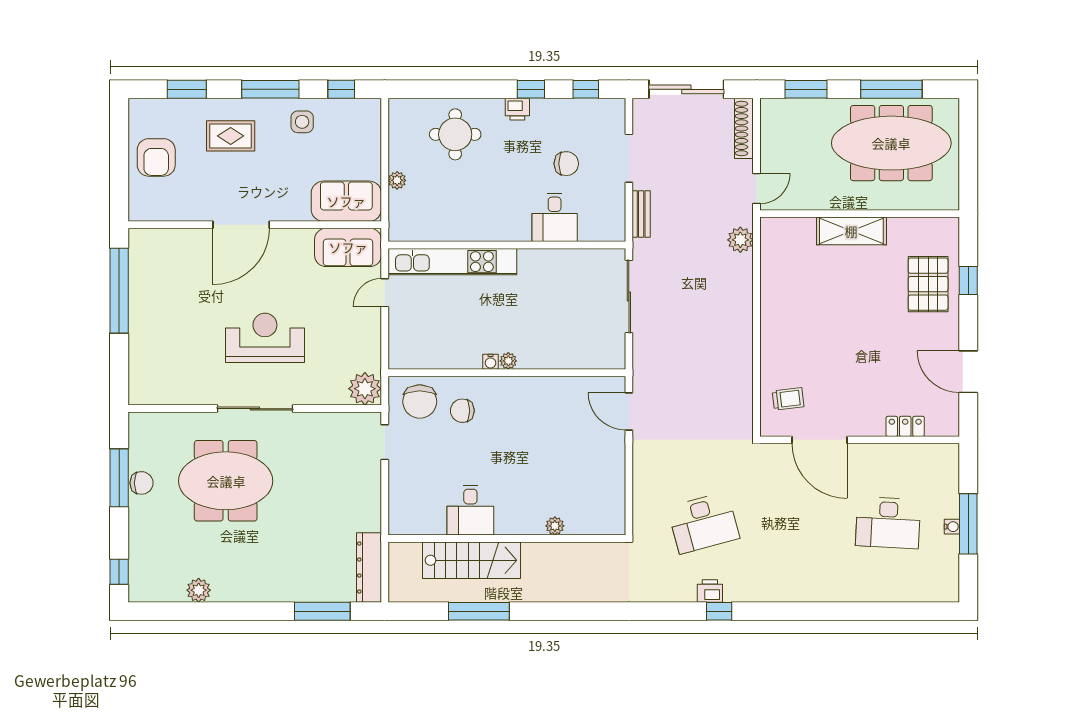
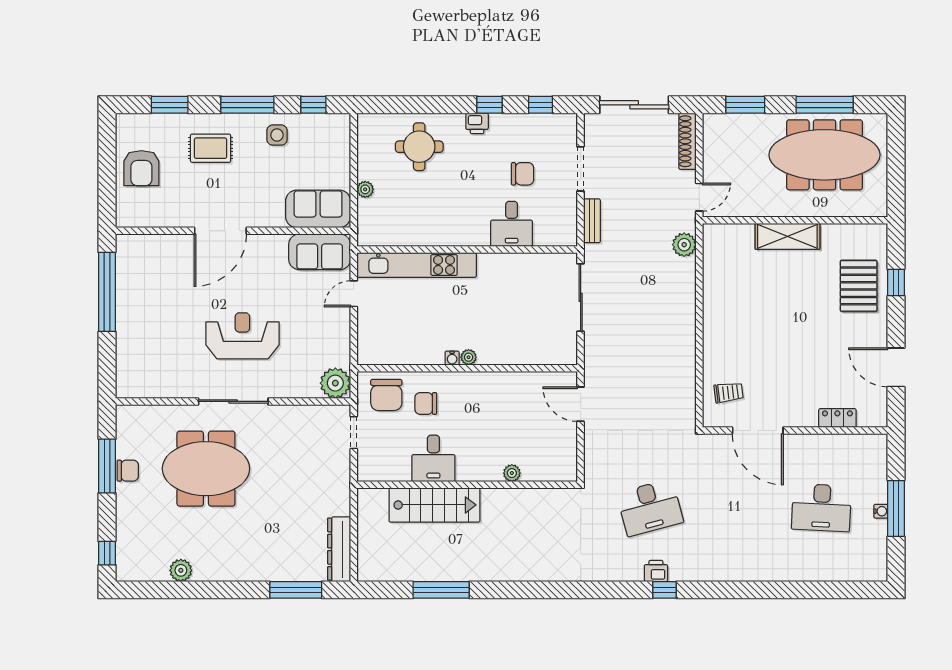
desk: (470, 510) -> (433, 458), moved
plant: (555, 526) -> (512, 473), moved
wall: (507, 538) -> (467, 485), moved
stairs: (472, 560) -> (434, 505), moved

